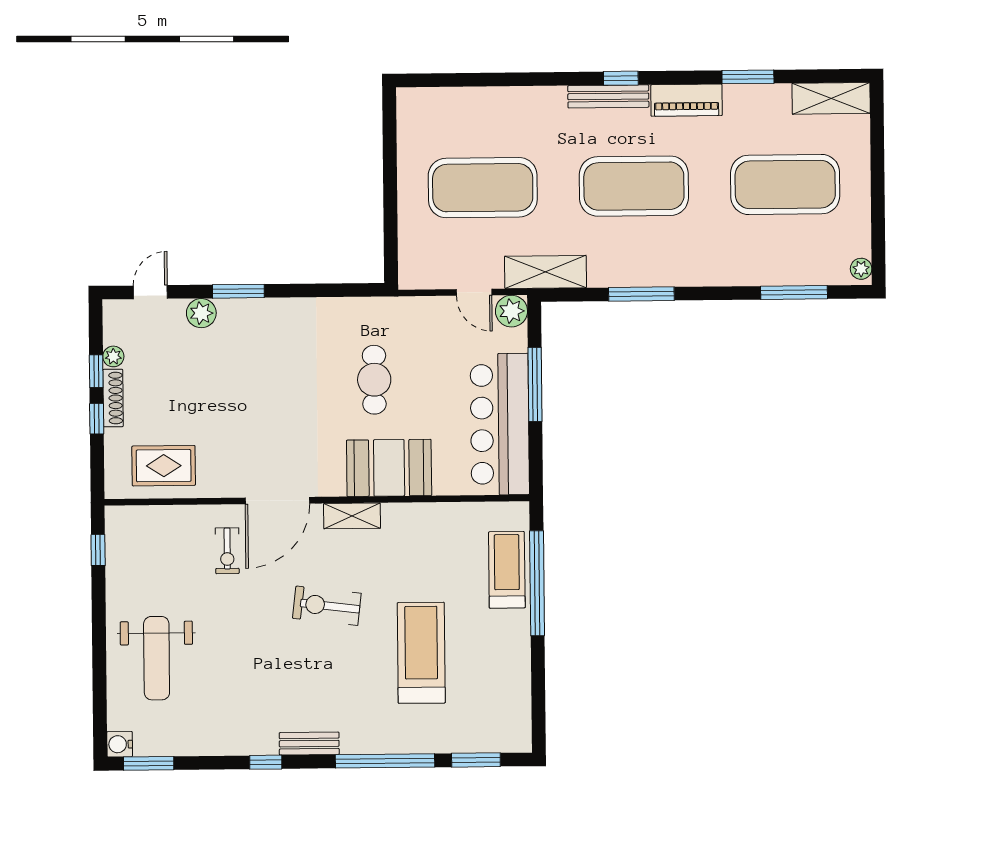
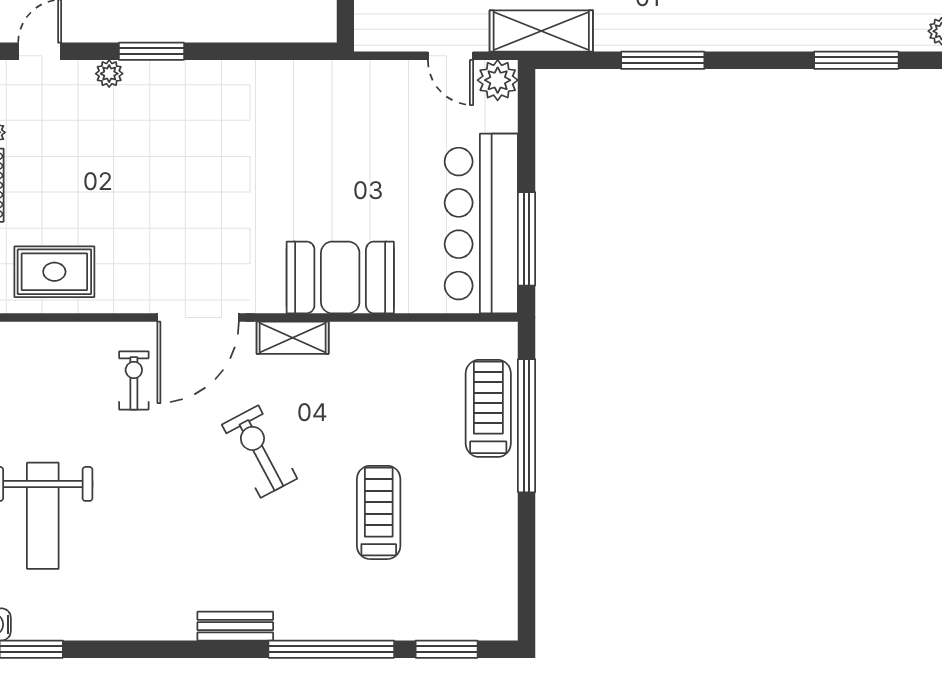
plant: (201, 313) -> (109, 74), width x0.73, depth x0.73
cafe table: (374, 380) -> (323, 165), removed
window: (535, 384) -> (527, 239), moved
exercise bike: (227, 551) -> (134, 380), turned 180
exercise bike: (327, 606) -> (259, 452), turned 55
treadmill: (421, 653) -> (379, 512), width x0.73, depth x0.73
window: (266, 762) -> (180, 649), removed

